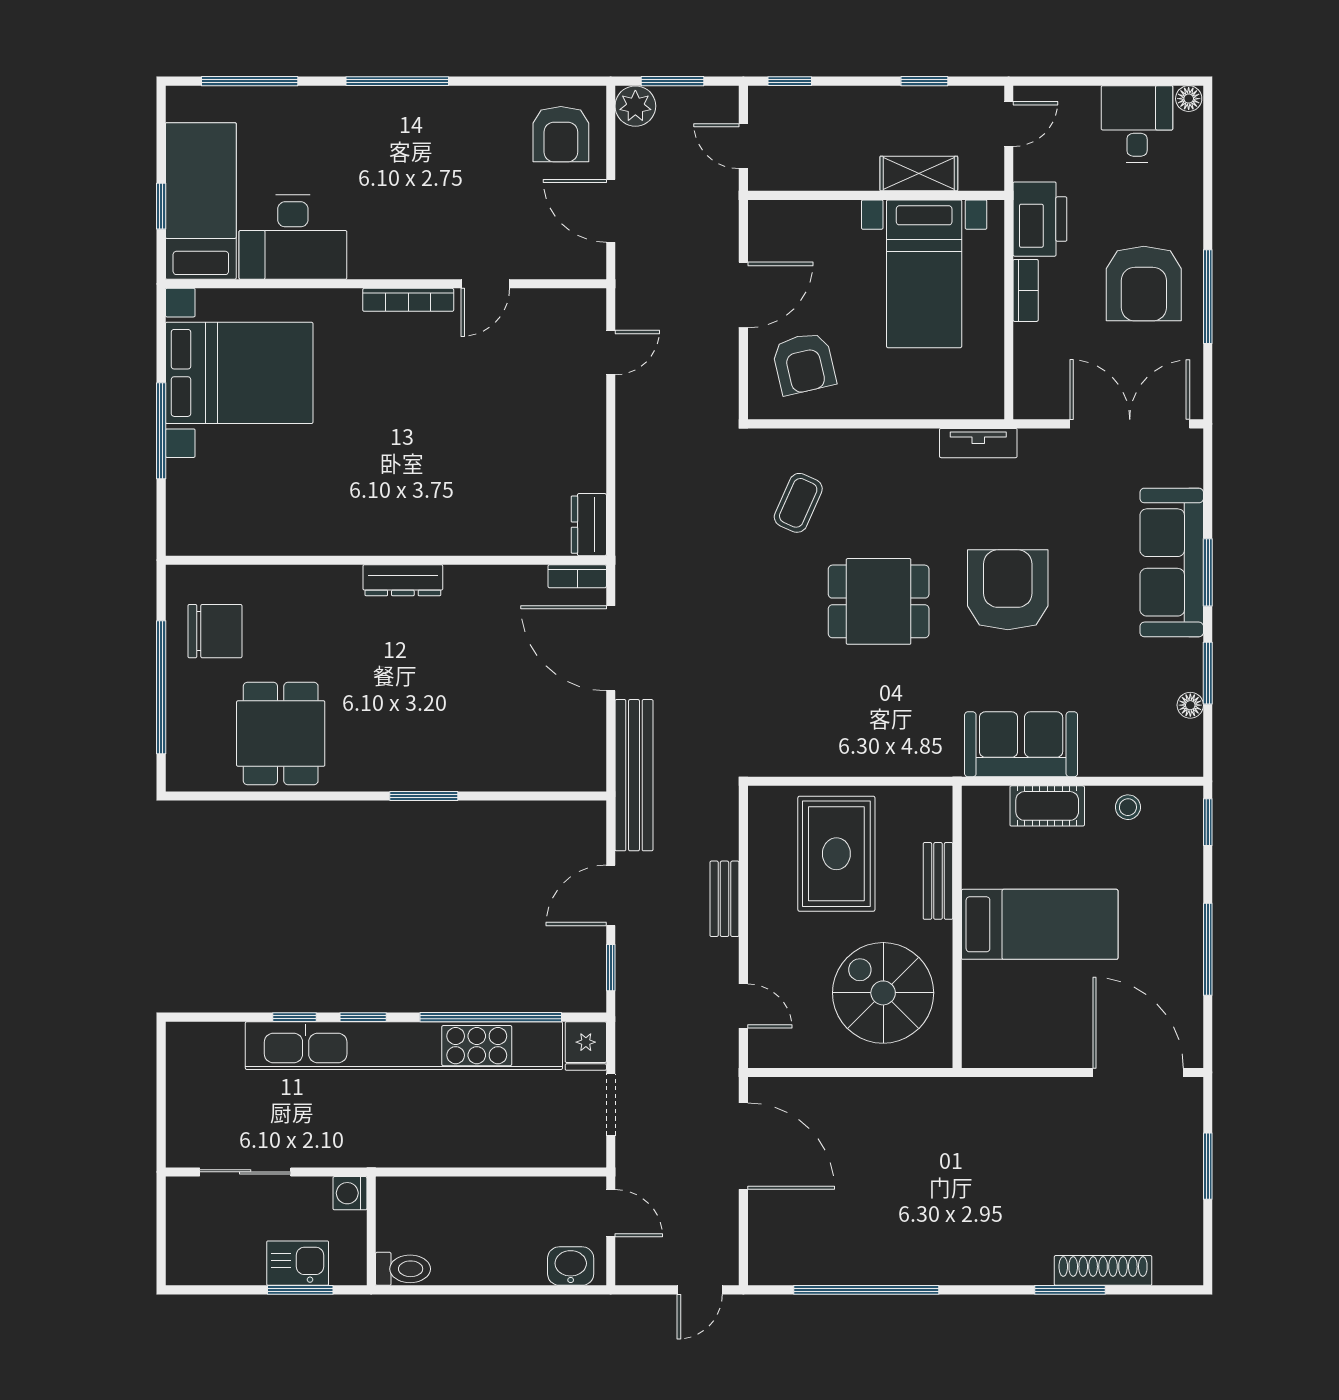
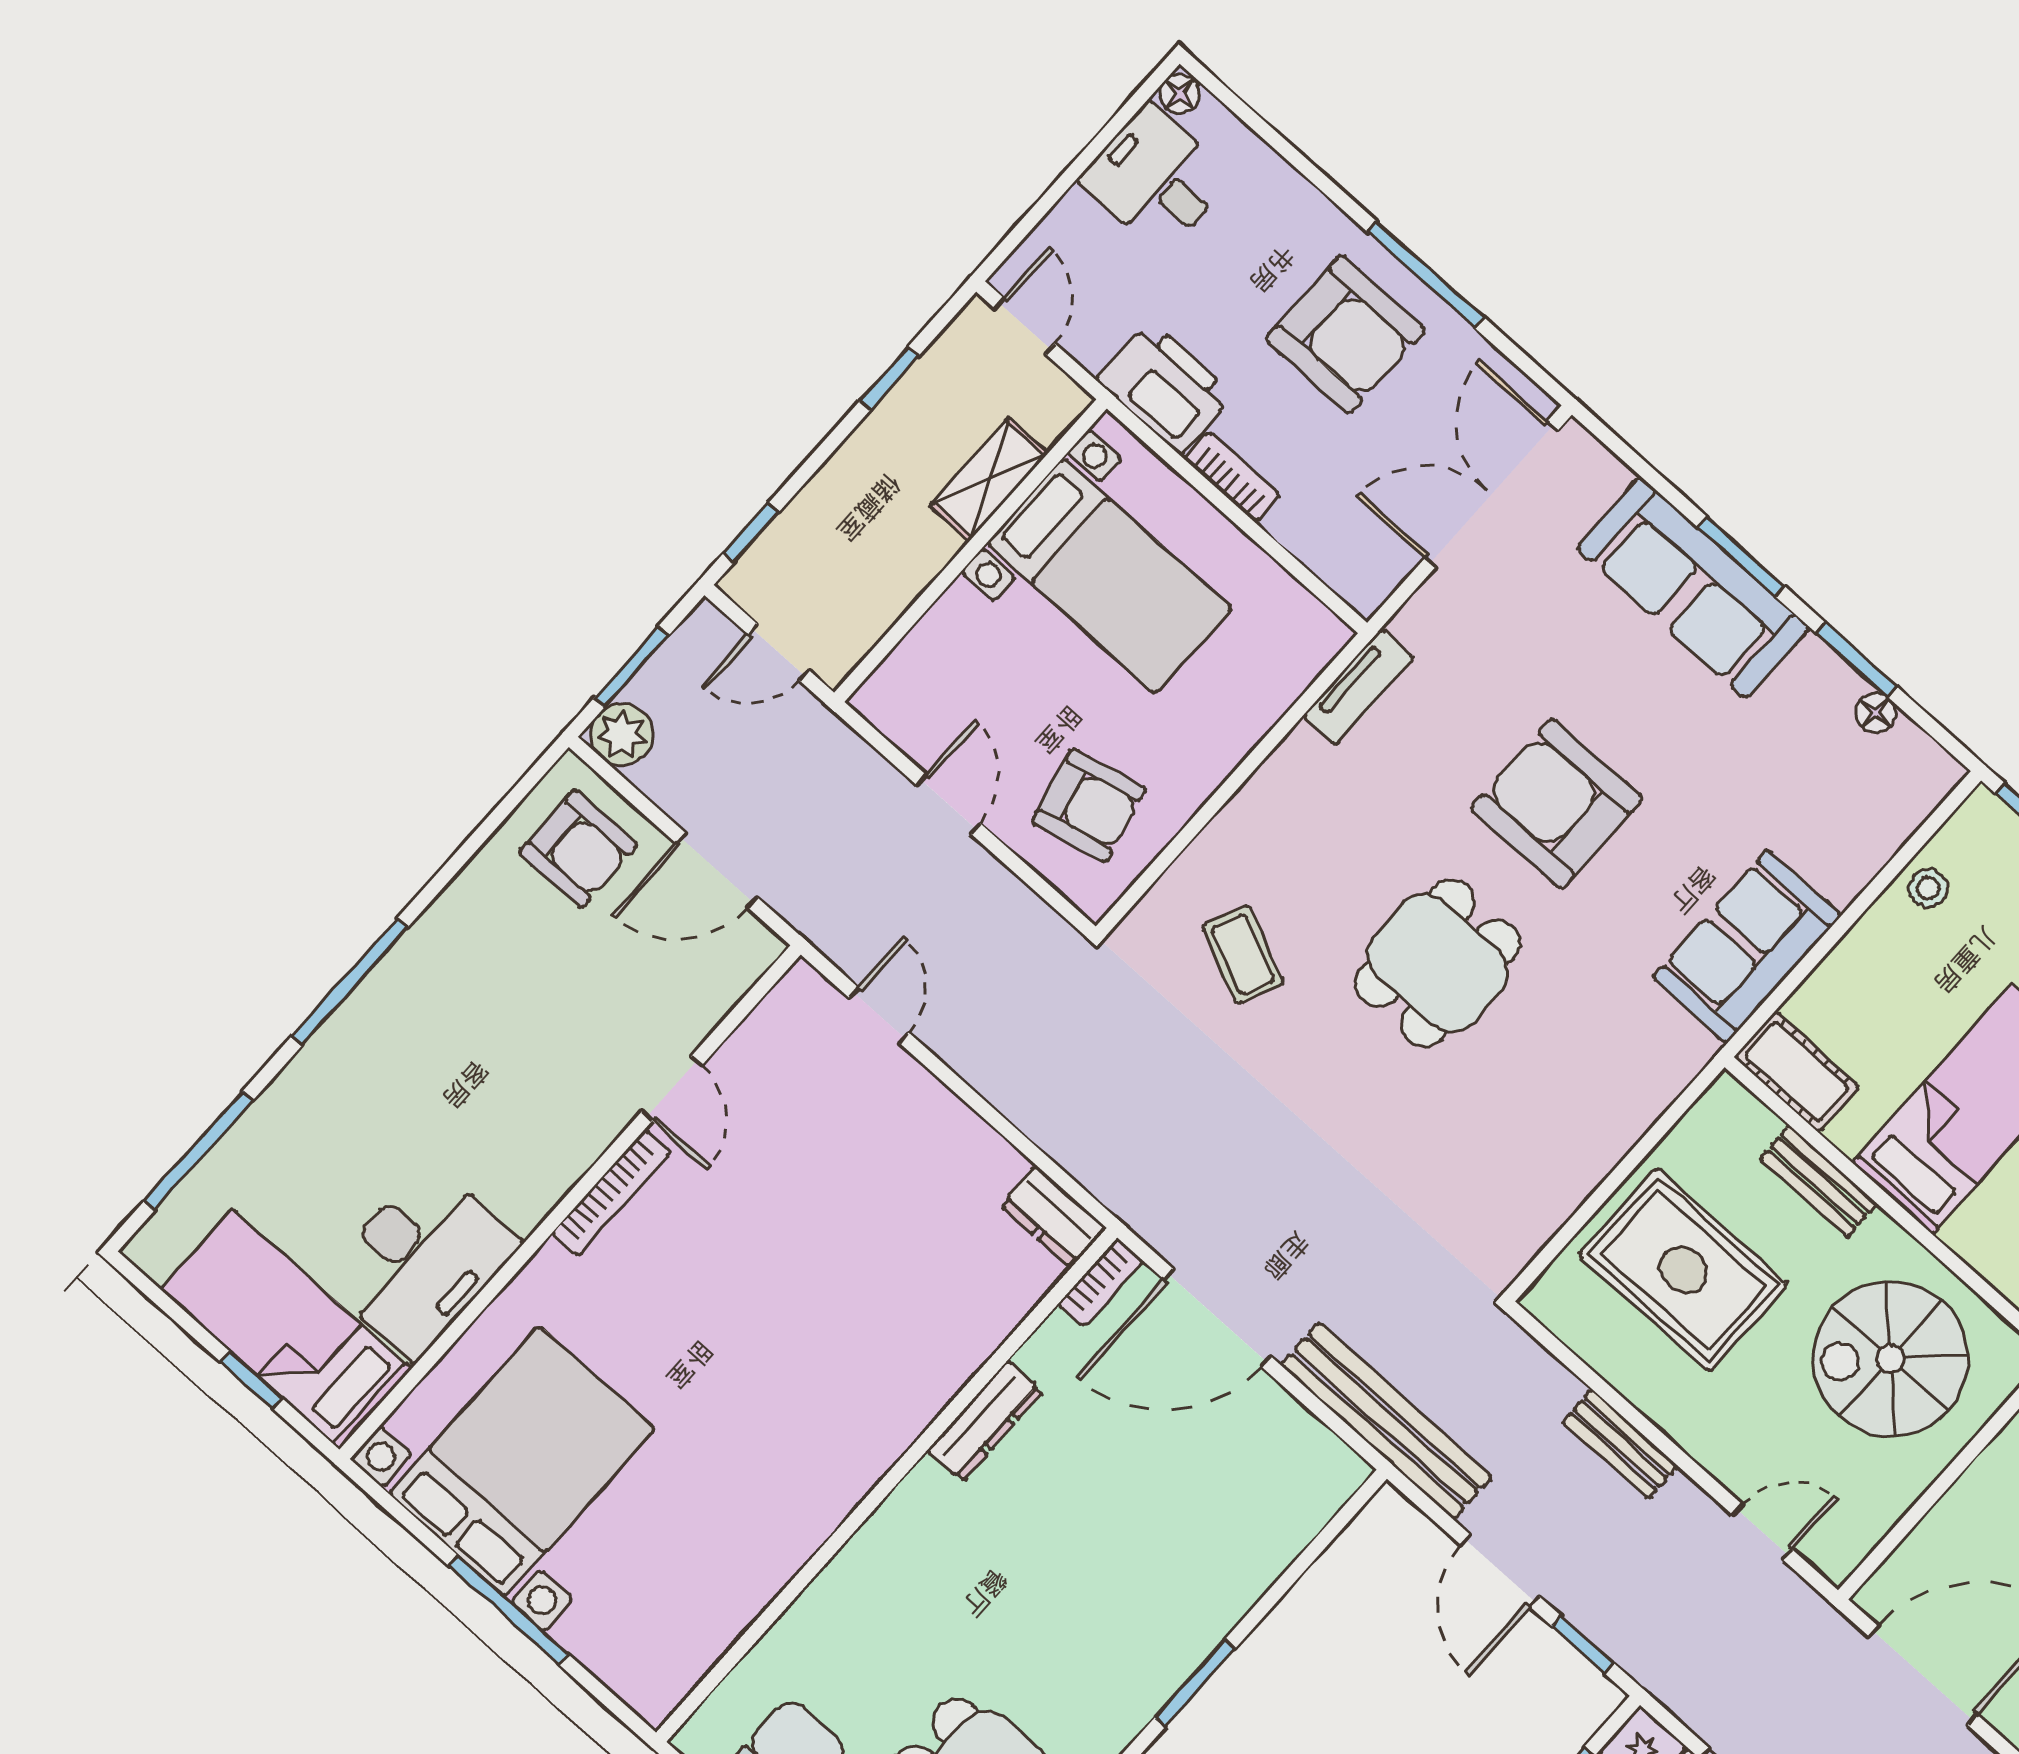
door: (743, 295) -> (949, 804), width x0.73
dresser: (403, 580) -> (985, 1421), moved
cot: (1047, 806) -> (1797, 1072), moved, turned 90

